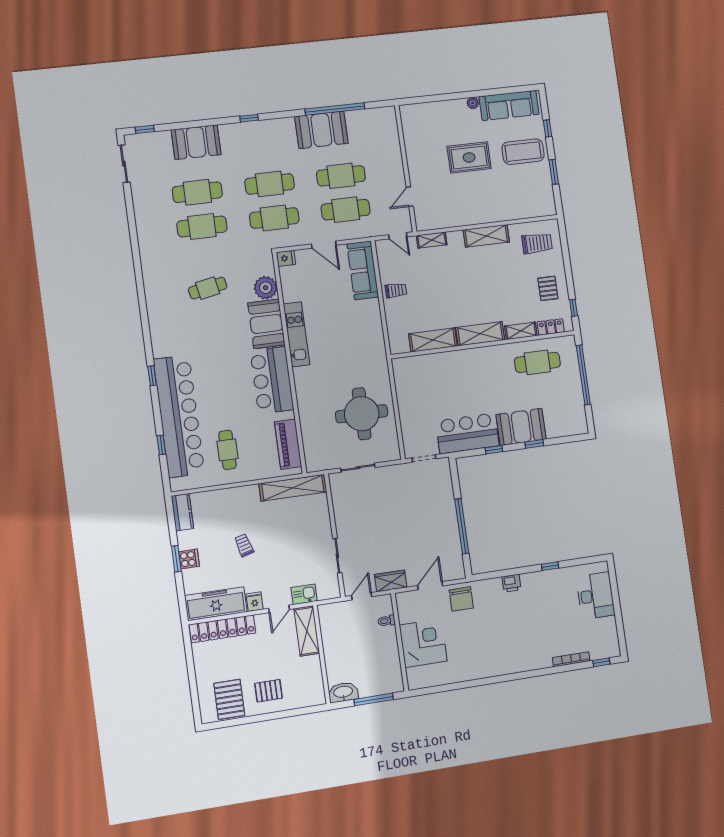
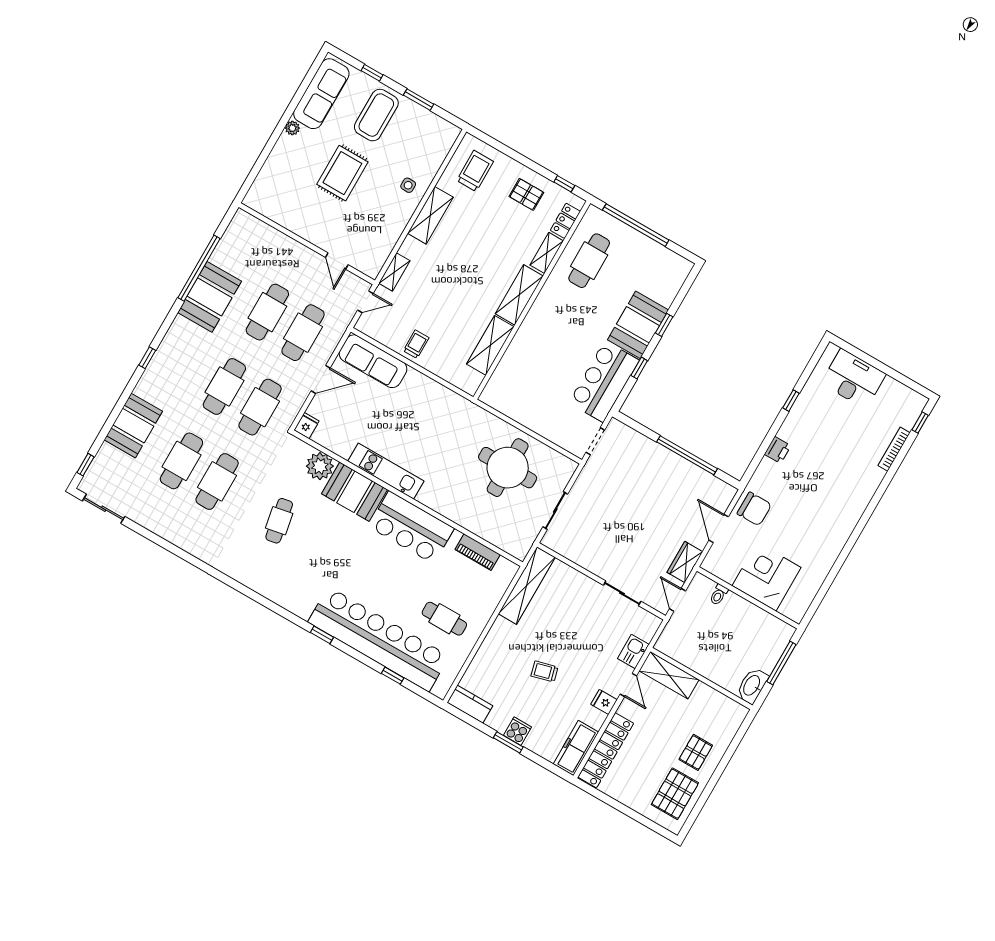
side table: (494, 207) -> (408, 185), added
piano: (288, 444) -> (478, 552), width x0.73, depth x0.75
freezer: (216, 604) -> (576, 748), width x0.73, depth x0.79
pallet: (229, 699) -> (675, 794), turned 90

